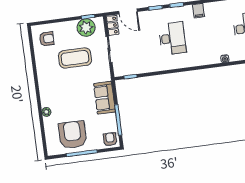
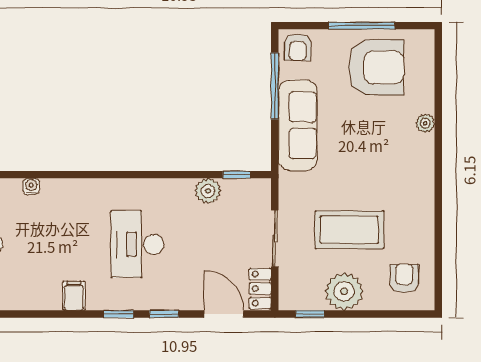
plant: (86, 28) -> (344, 291), moved
armchair: (47, 39) -> (404, 278), turned 90
plant: (143, 67) -> (208, 191), added
sofa: (105, 98) -> (298, 125), width x1.36
armchair: (73, 135) -> (376, 67), turned -90

